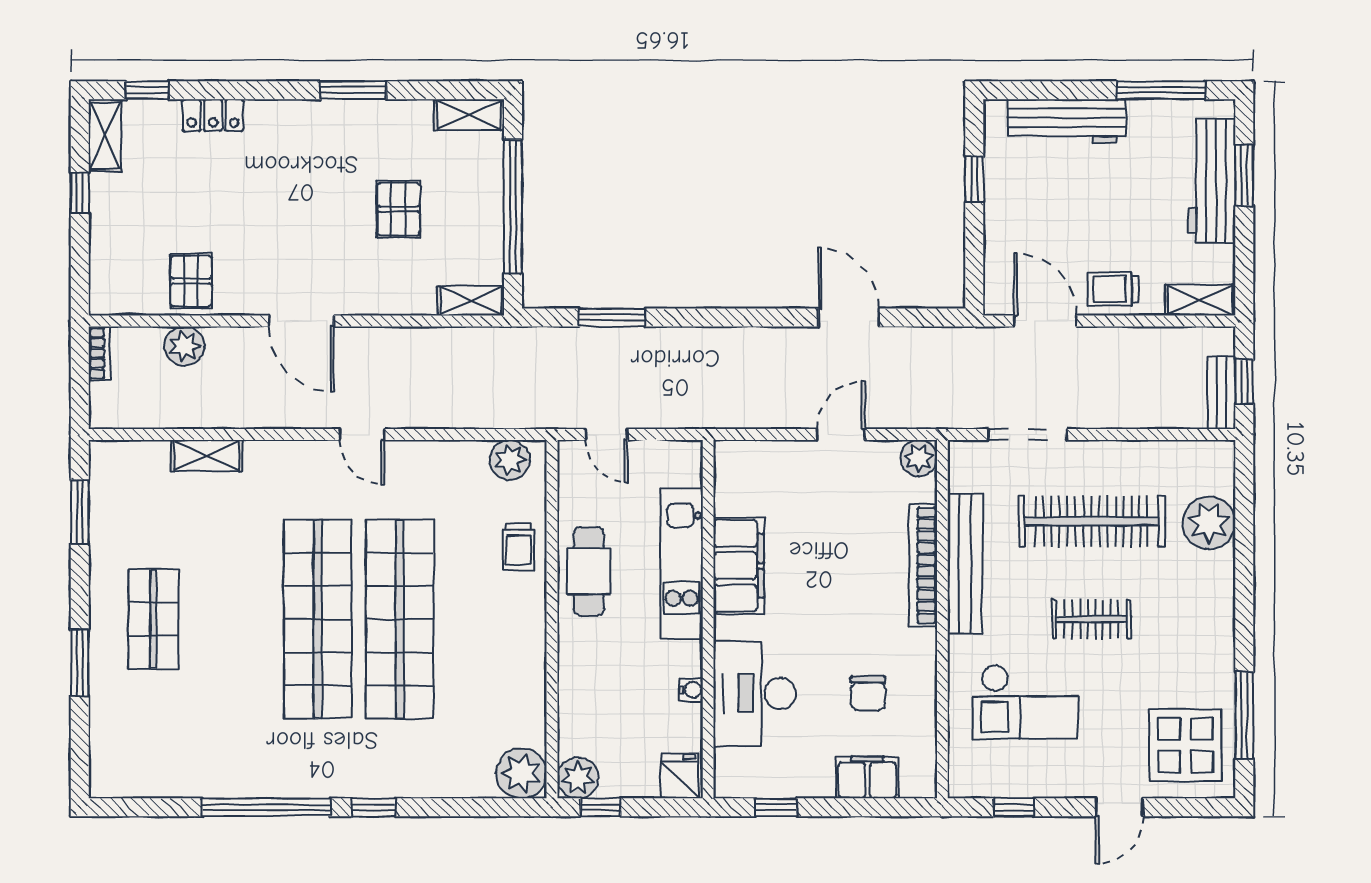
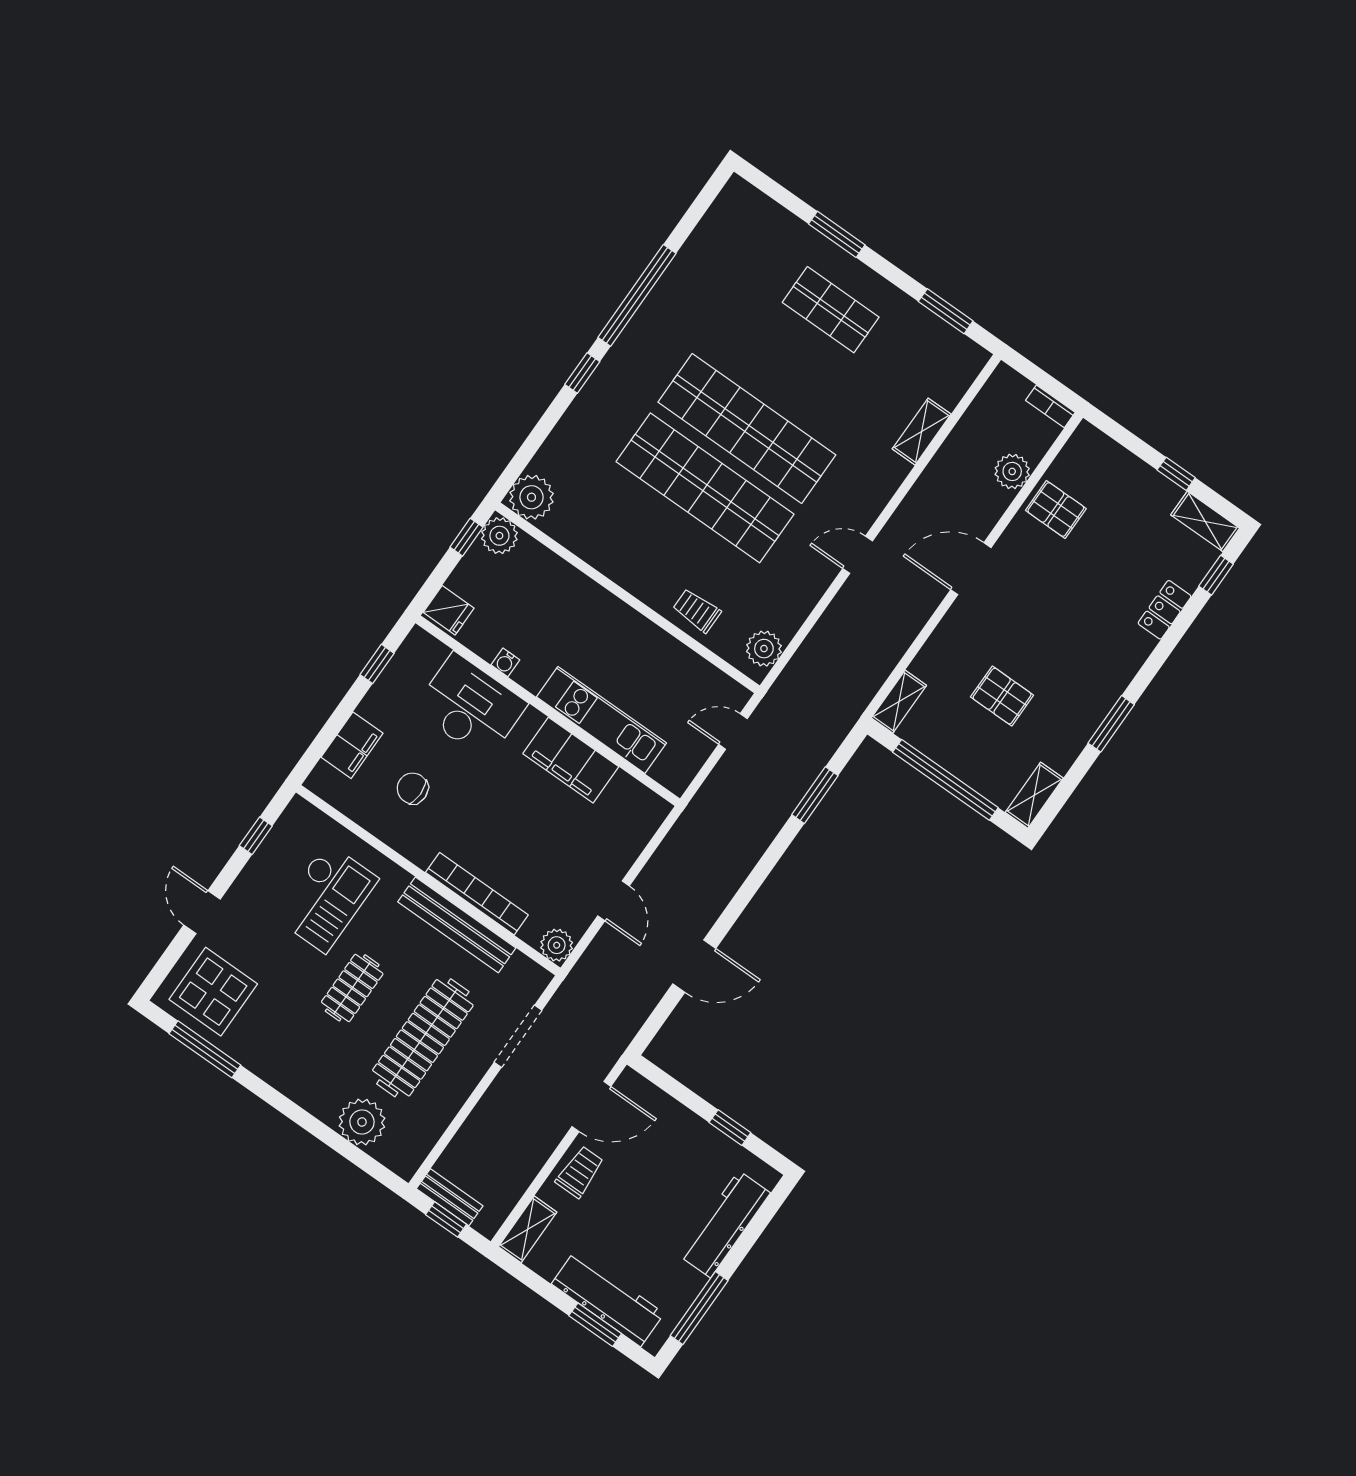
cafe table: (589, 571) -> (643, 649), removed
checkout: (1025, 702) -> (326, 898), turned 180

